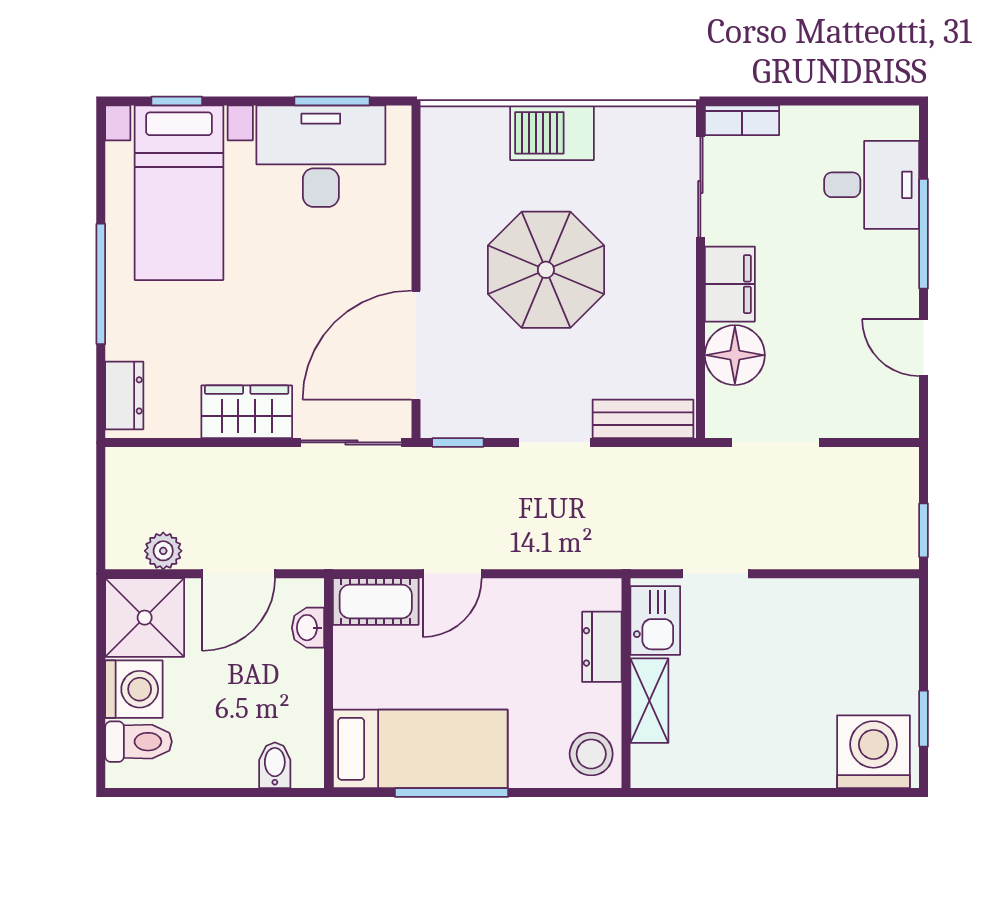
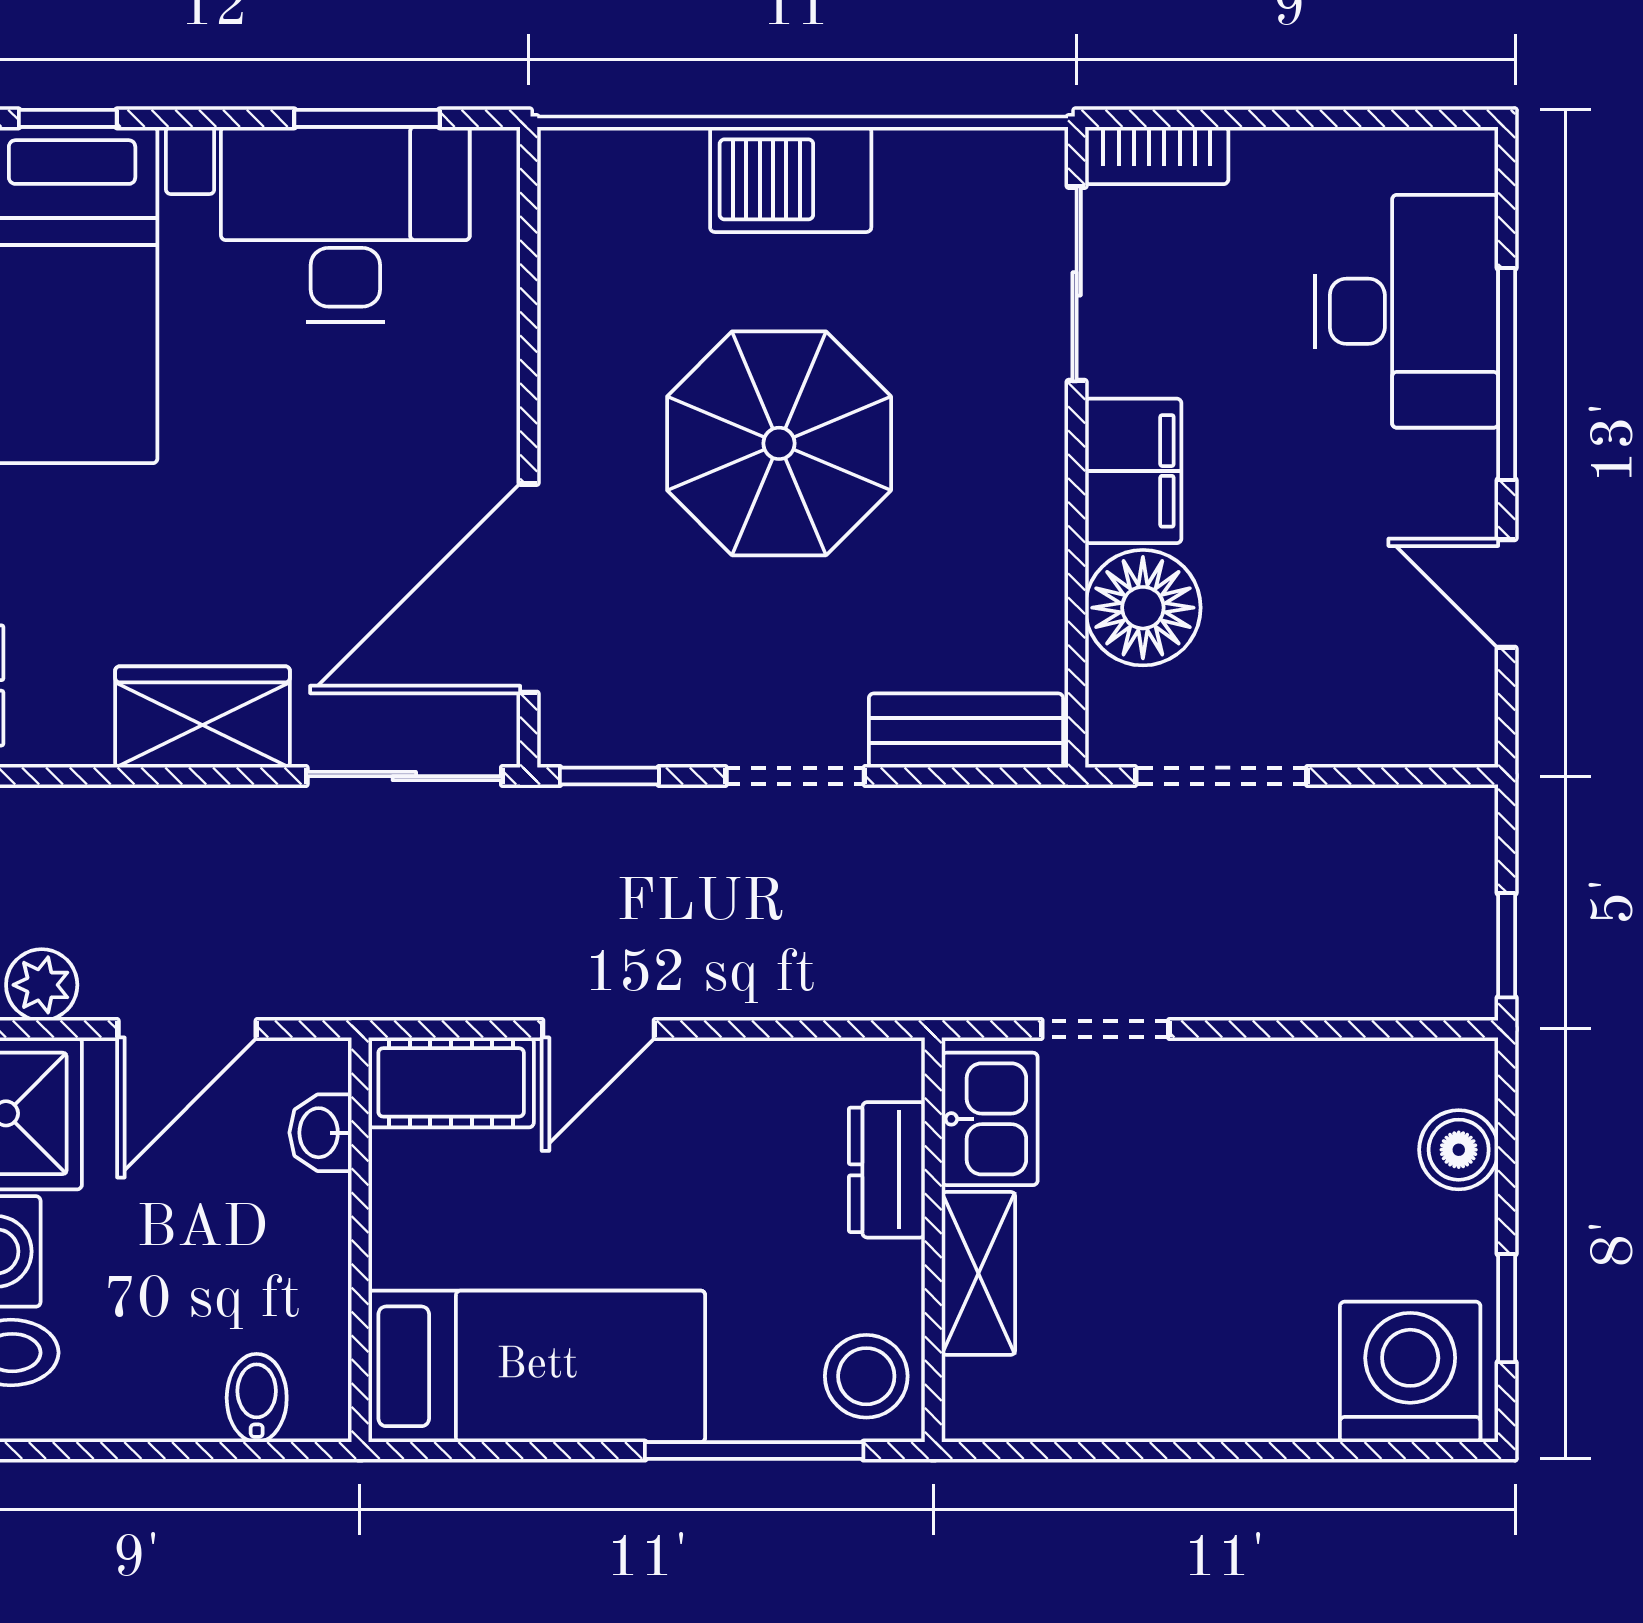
desk: (872, 185) -> (1407, 311), width x1.37
boiler: (899, 636) -> (1459, 1150), added
window: (451, 793) -> (754, 1451), moved

